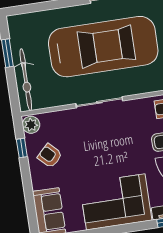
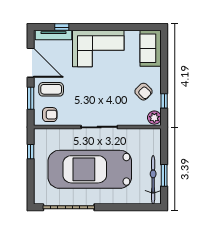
bicycle: (26, 80) -> (153, 180), moved

